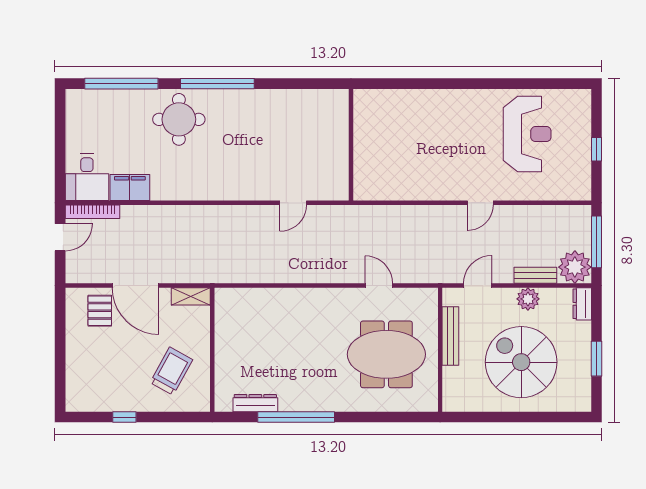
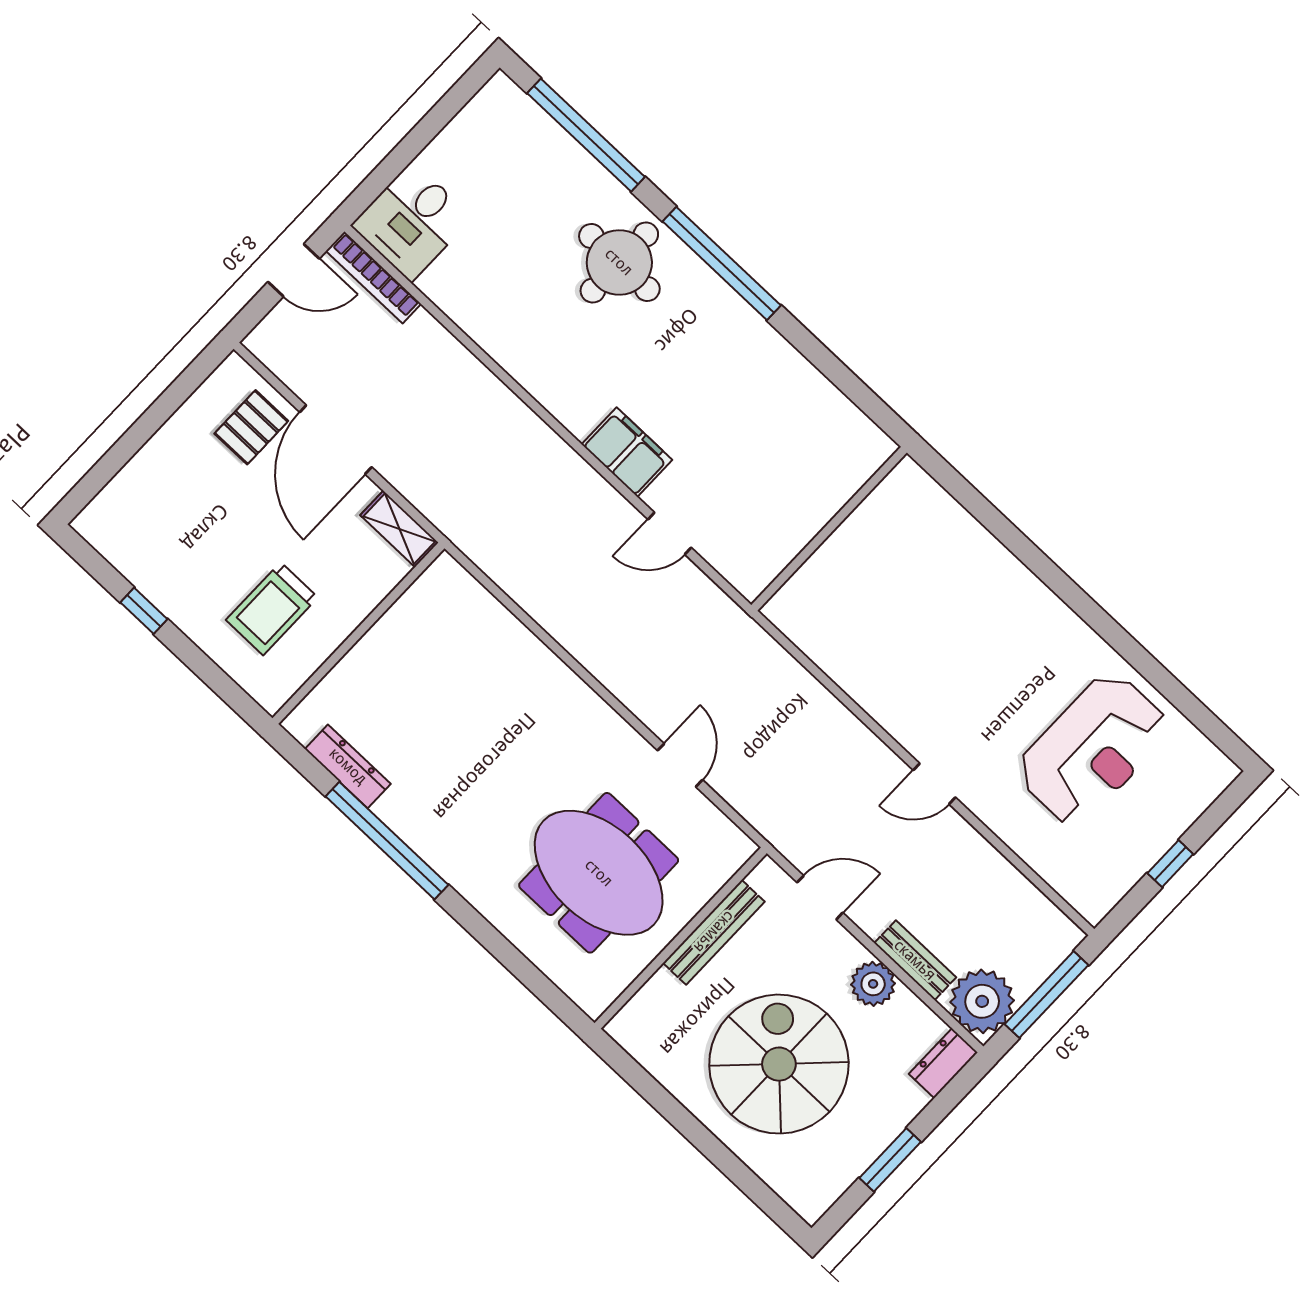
filing cabinet: (130, 187) -> (627, 452), moved
trolley: (171, 371) -> (272, 609), turned 151

